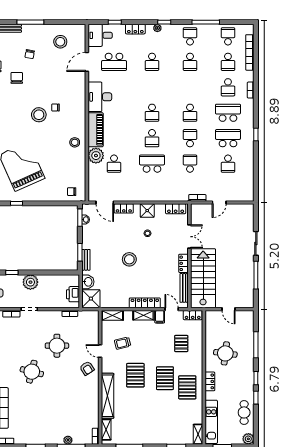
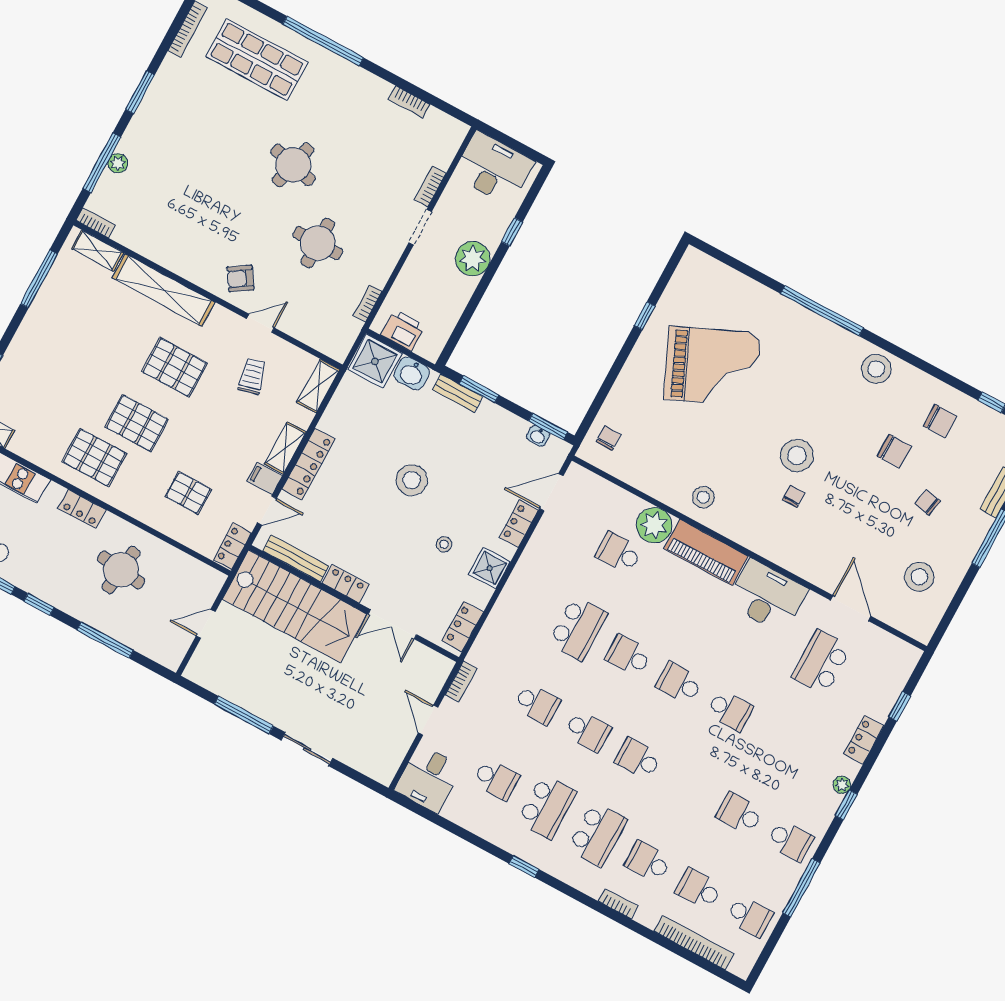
desk: (100, 35) -> (428, 779), moved, turned 180
school desk: (152, 62) -> (730, 710), moved, turned 180
school desk: (228, 164) -> (496, 779), turned 180

